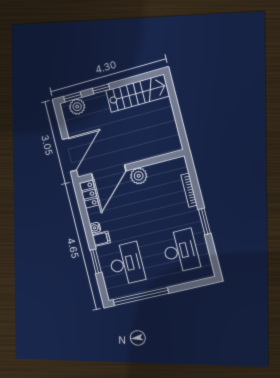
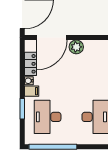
locker: (89, 194) -> (31, 64), moved
desk: (126, 264) -> (48, 117), turned 180

